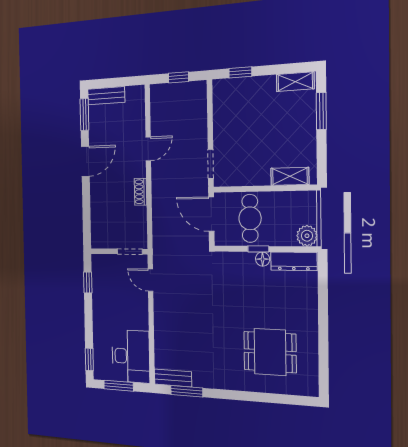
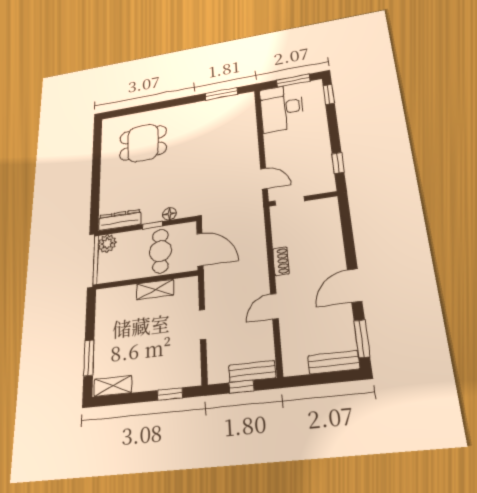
doorway: (211, 164) -> (202, 324), moved
shelving: (290, 176) -> (155, 289), moved
floor lamp: (263, 259) -> (169, 214), moved
bench: (173, 378) -> (252, 371), moved

